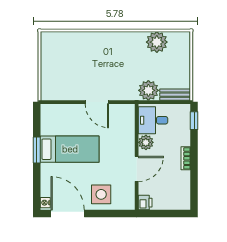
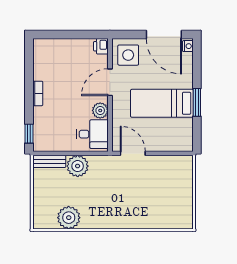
desk: (153, 120) -> (92, 134), moved
plant: (146, 142) -> (100, 110), moved
wall: (137, 157) -> (110, 95), moved
door: (137, 169) -> (110, 82), moved
printer: (145, 203) -> (101, 46), moved

